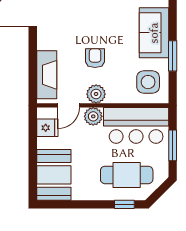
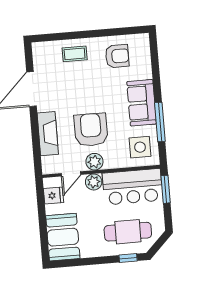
window: (173, 56) -> (160, 122), width x1.44
armchair: (95, 58) -> (91, 130), width x1.88, depth x1.88
fireplace: (47, 75) -> (48, 134), moved
window: (173, 145) -> (166, 189), moved

